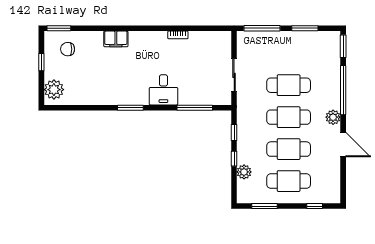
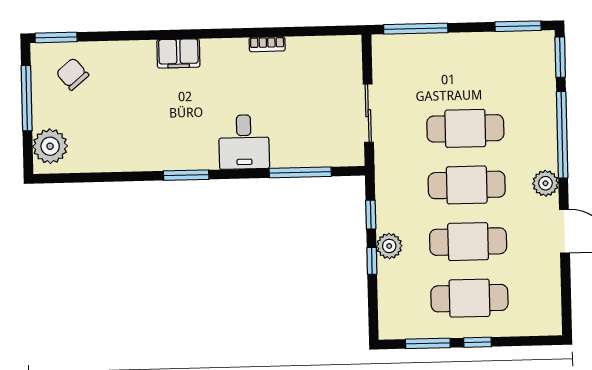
window: (305, 28) -> (518, 26), moved
filing cabinet: (116, 39) -> (178, 53), moved
chair: (68, 49) -> (72, 74), turned 50
window: (41, 62) -> (27, 98), width x2.17
plant: (244, 172) -> (389, 246), moved
window: (315, 206) -> (478, 342), moved

